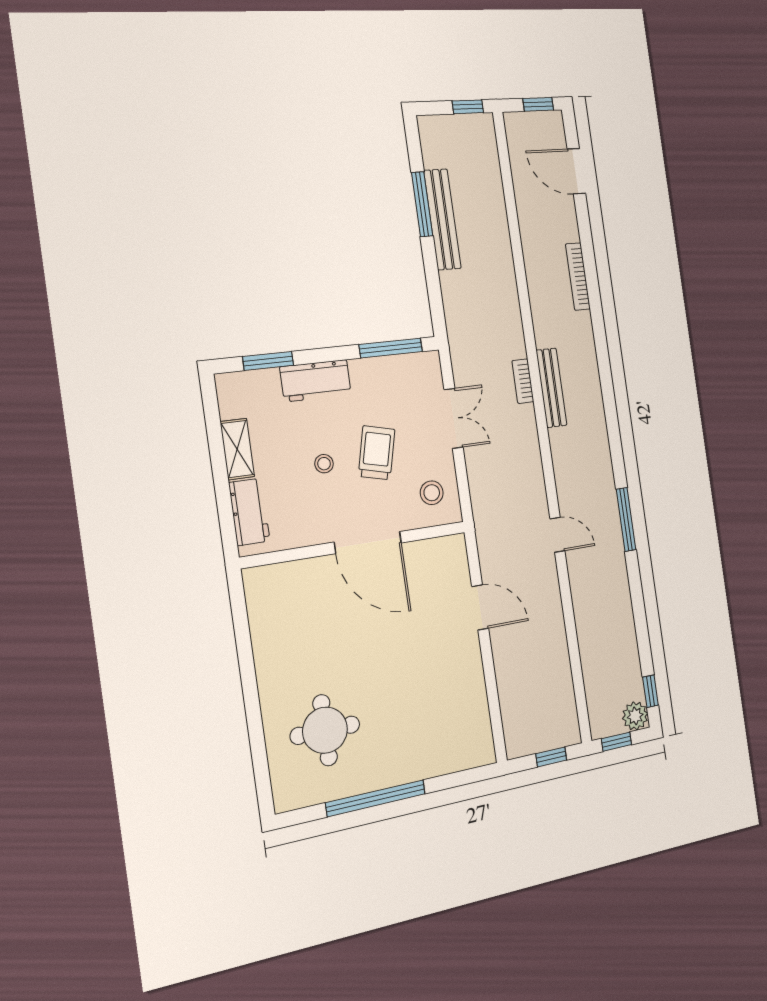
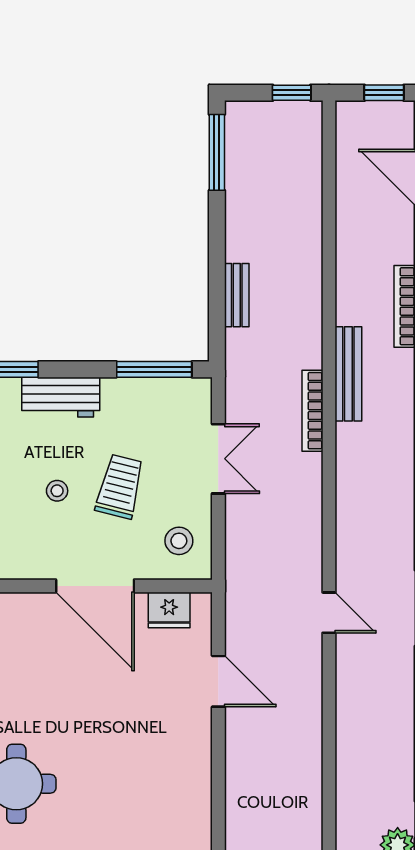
window: (422, 204) -> (217, 152), moved
bench: (442, 219) -> (237, 295), moved, width x0.54, depth x0.82
bookcase: (523, 381) -> (312, 411), width x1.56
bench: (551, 388) -> (348, 374), moved
fridge: (432, 553) -> (169, 610), added

